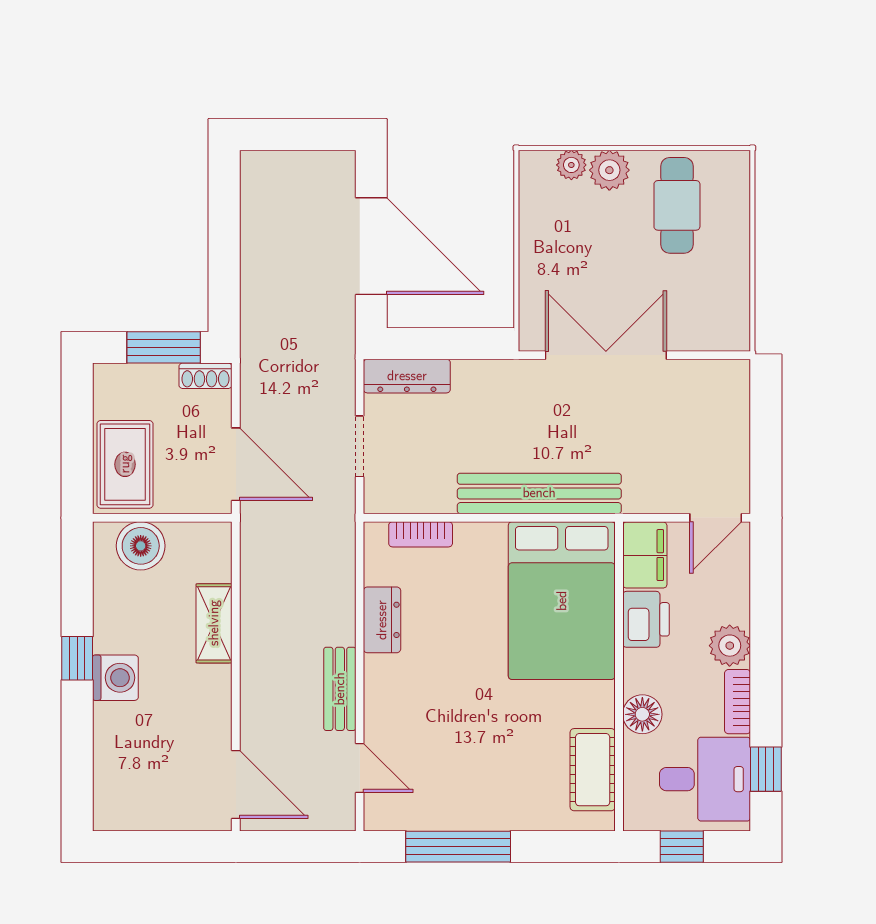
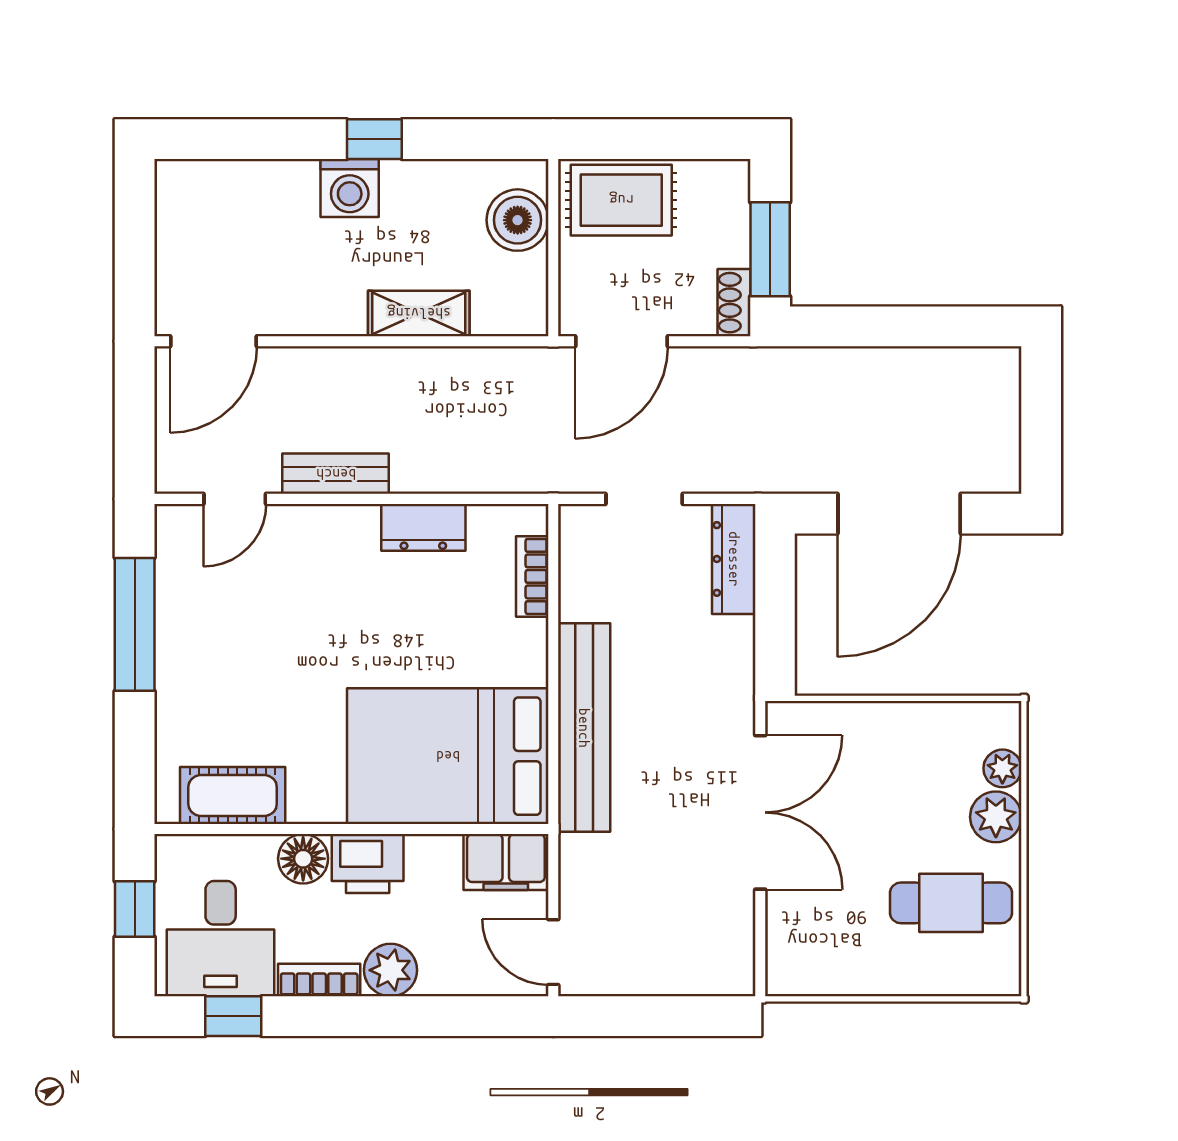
printer: (646, 619) -> (368, 863), moved

